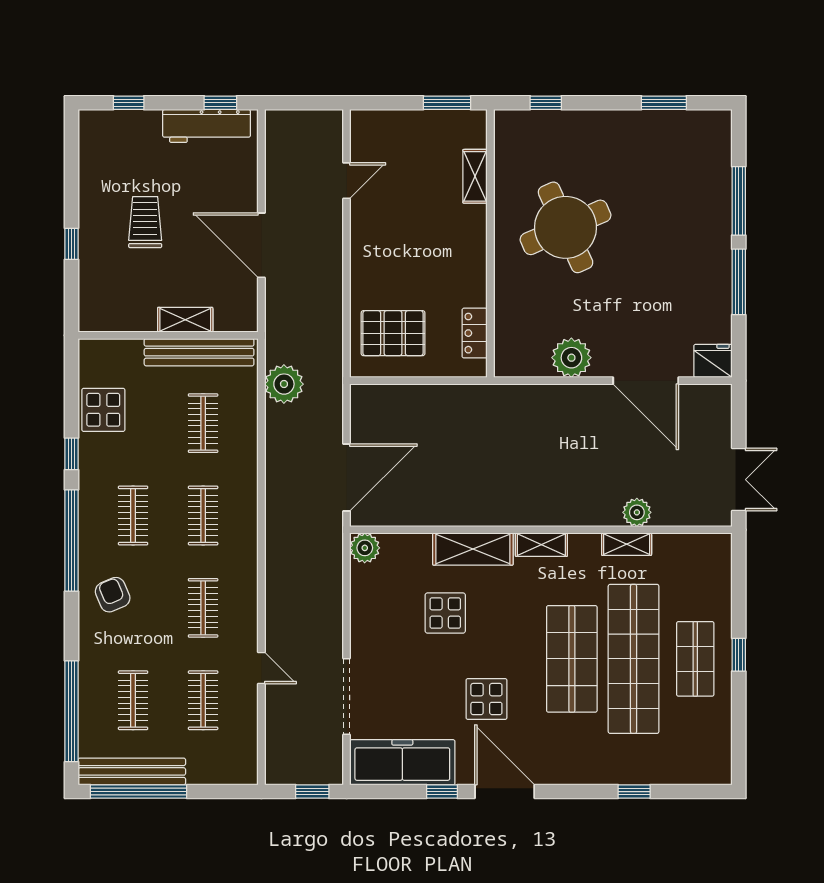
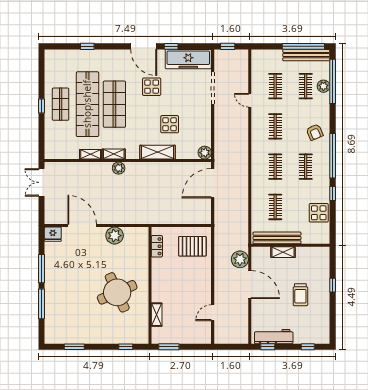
plant: (284, 384) -> (240, 259), moved
plant: (637, 512) -> (119, 168), moved
shelving: (541, 545) -> (114, 154), moved
plant: (92, 700) -> (323, 86), added

